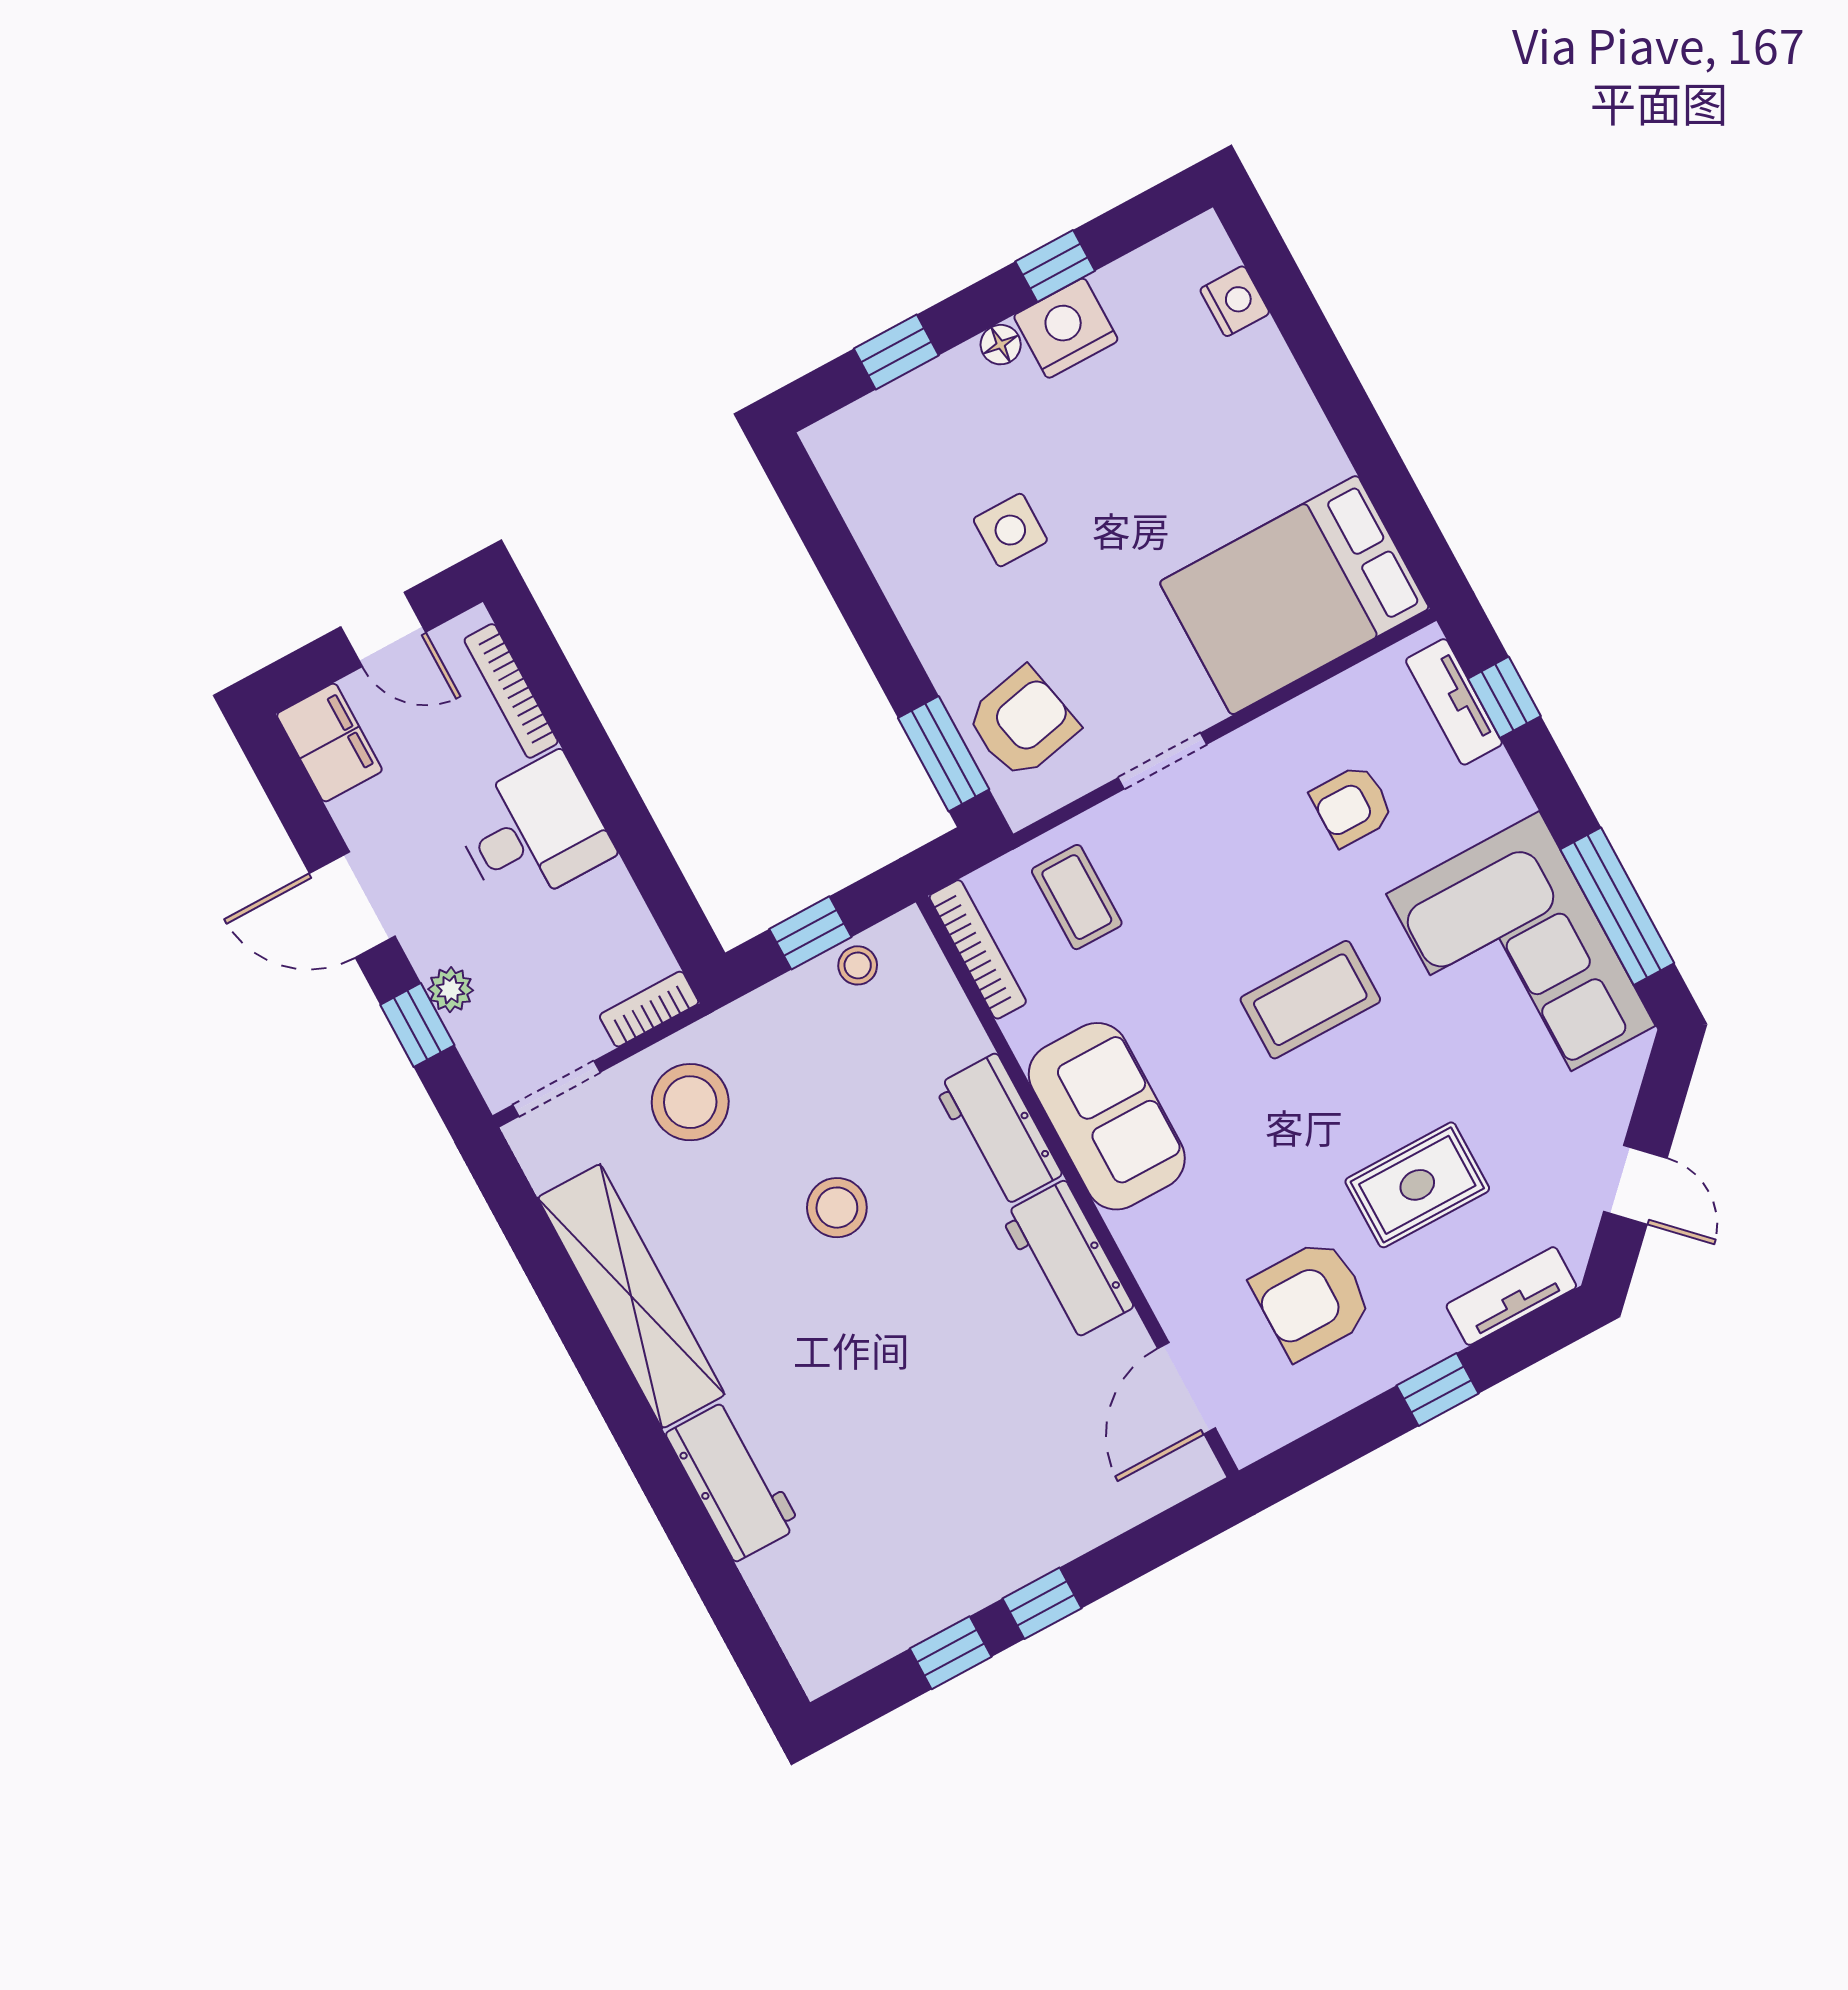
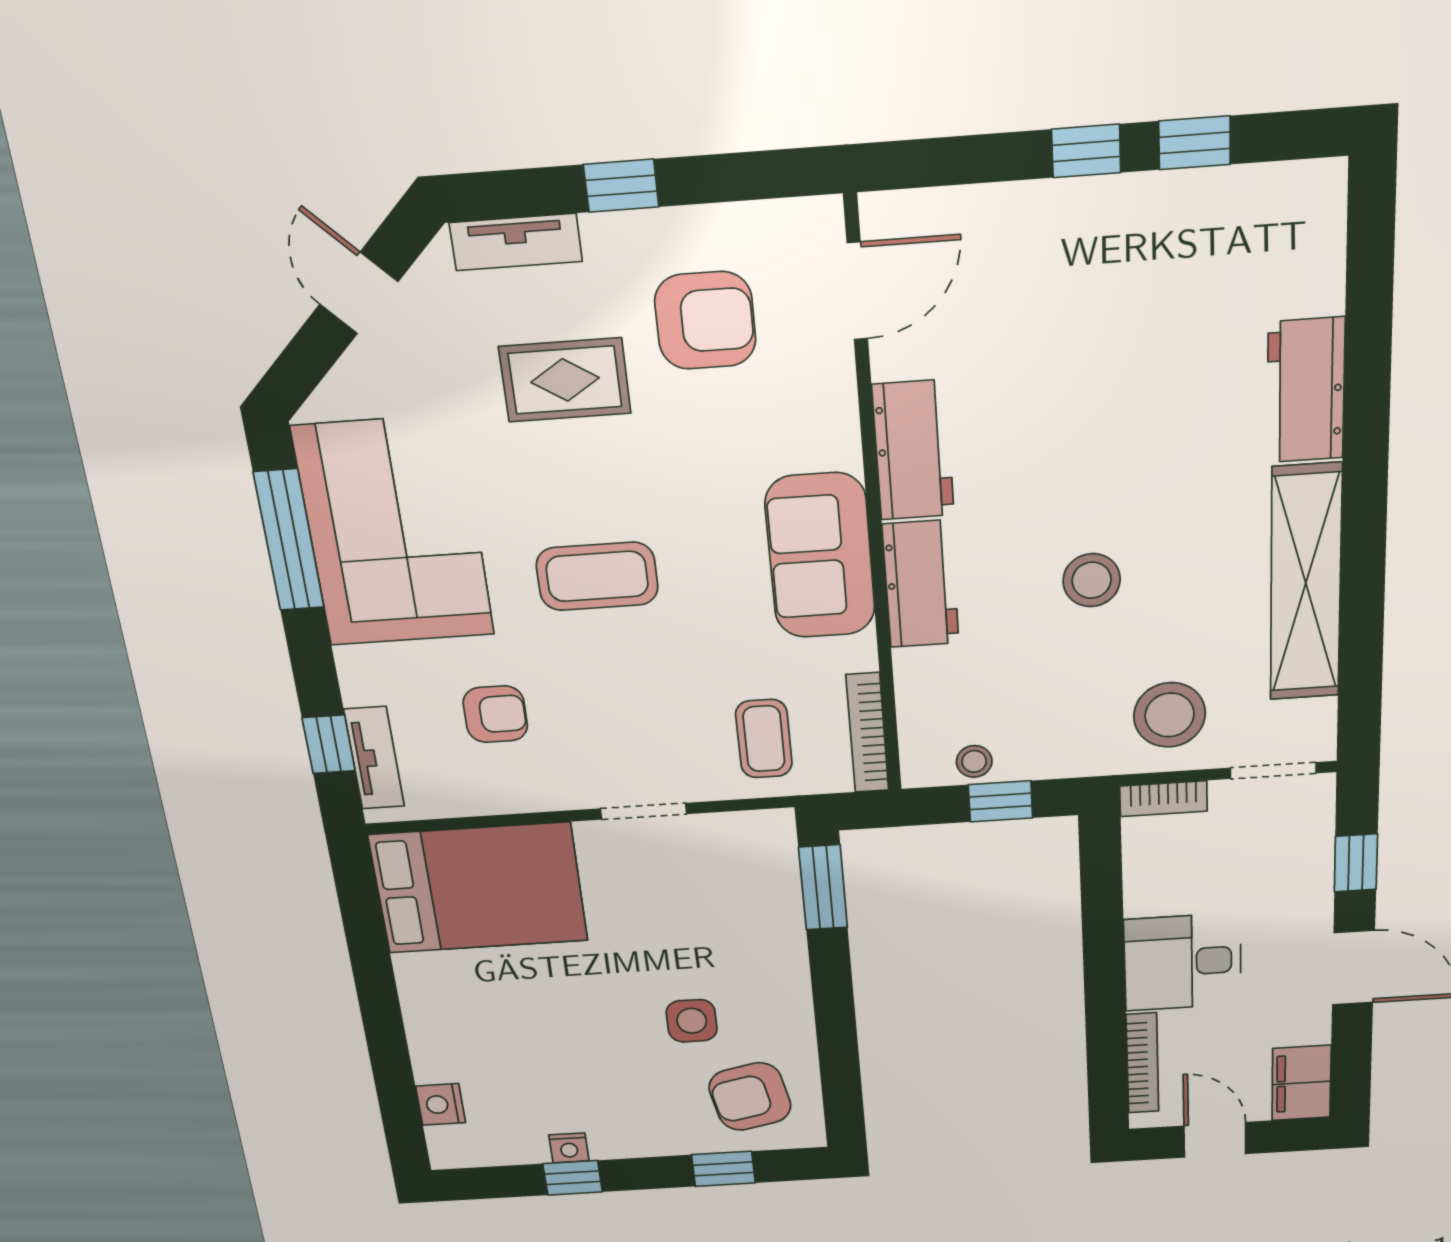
nightstand: (1066, 328) -> (569, 1148), width x0.53, depth x0.56
floor lamp: (1001, 345) -> (640, 1144), removed
armchair: (1022, 723) -> (750, 1097), moved
plant: (451, 990) -> (1314, 878), removed

